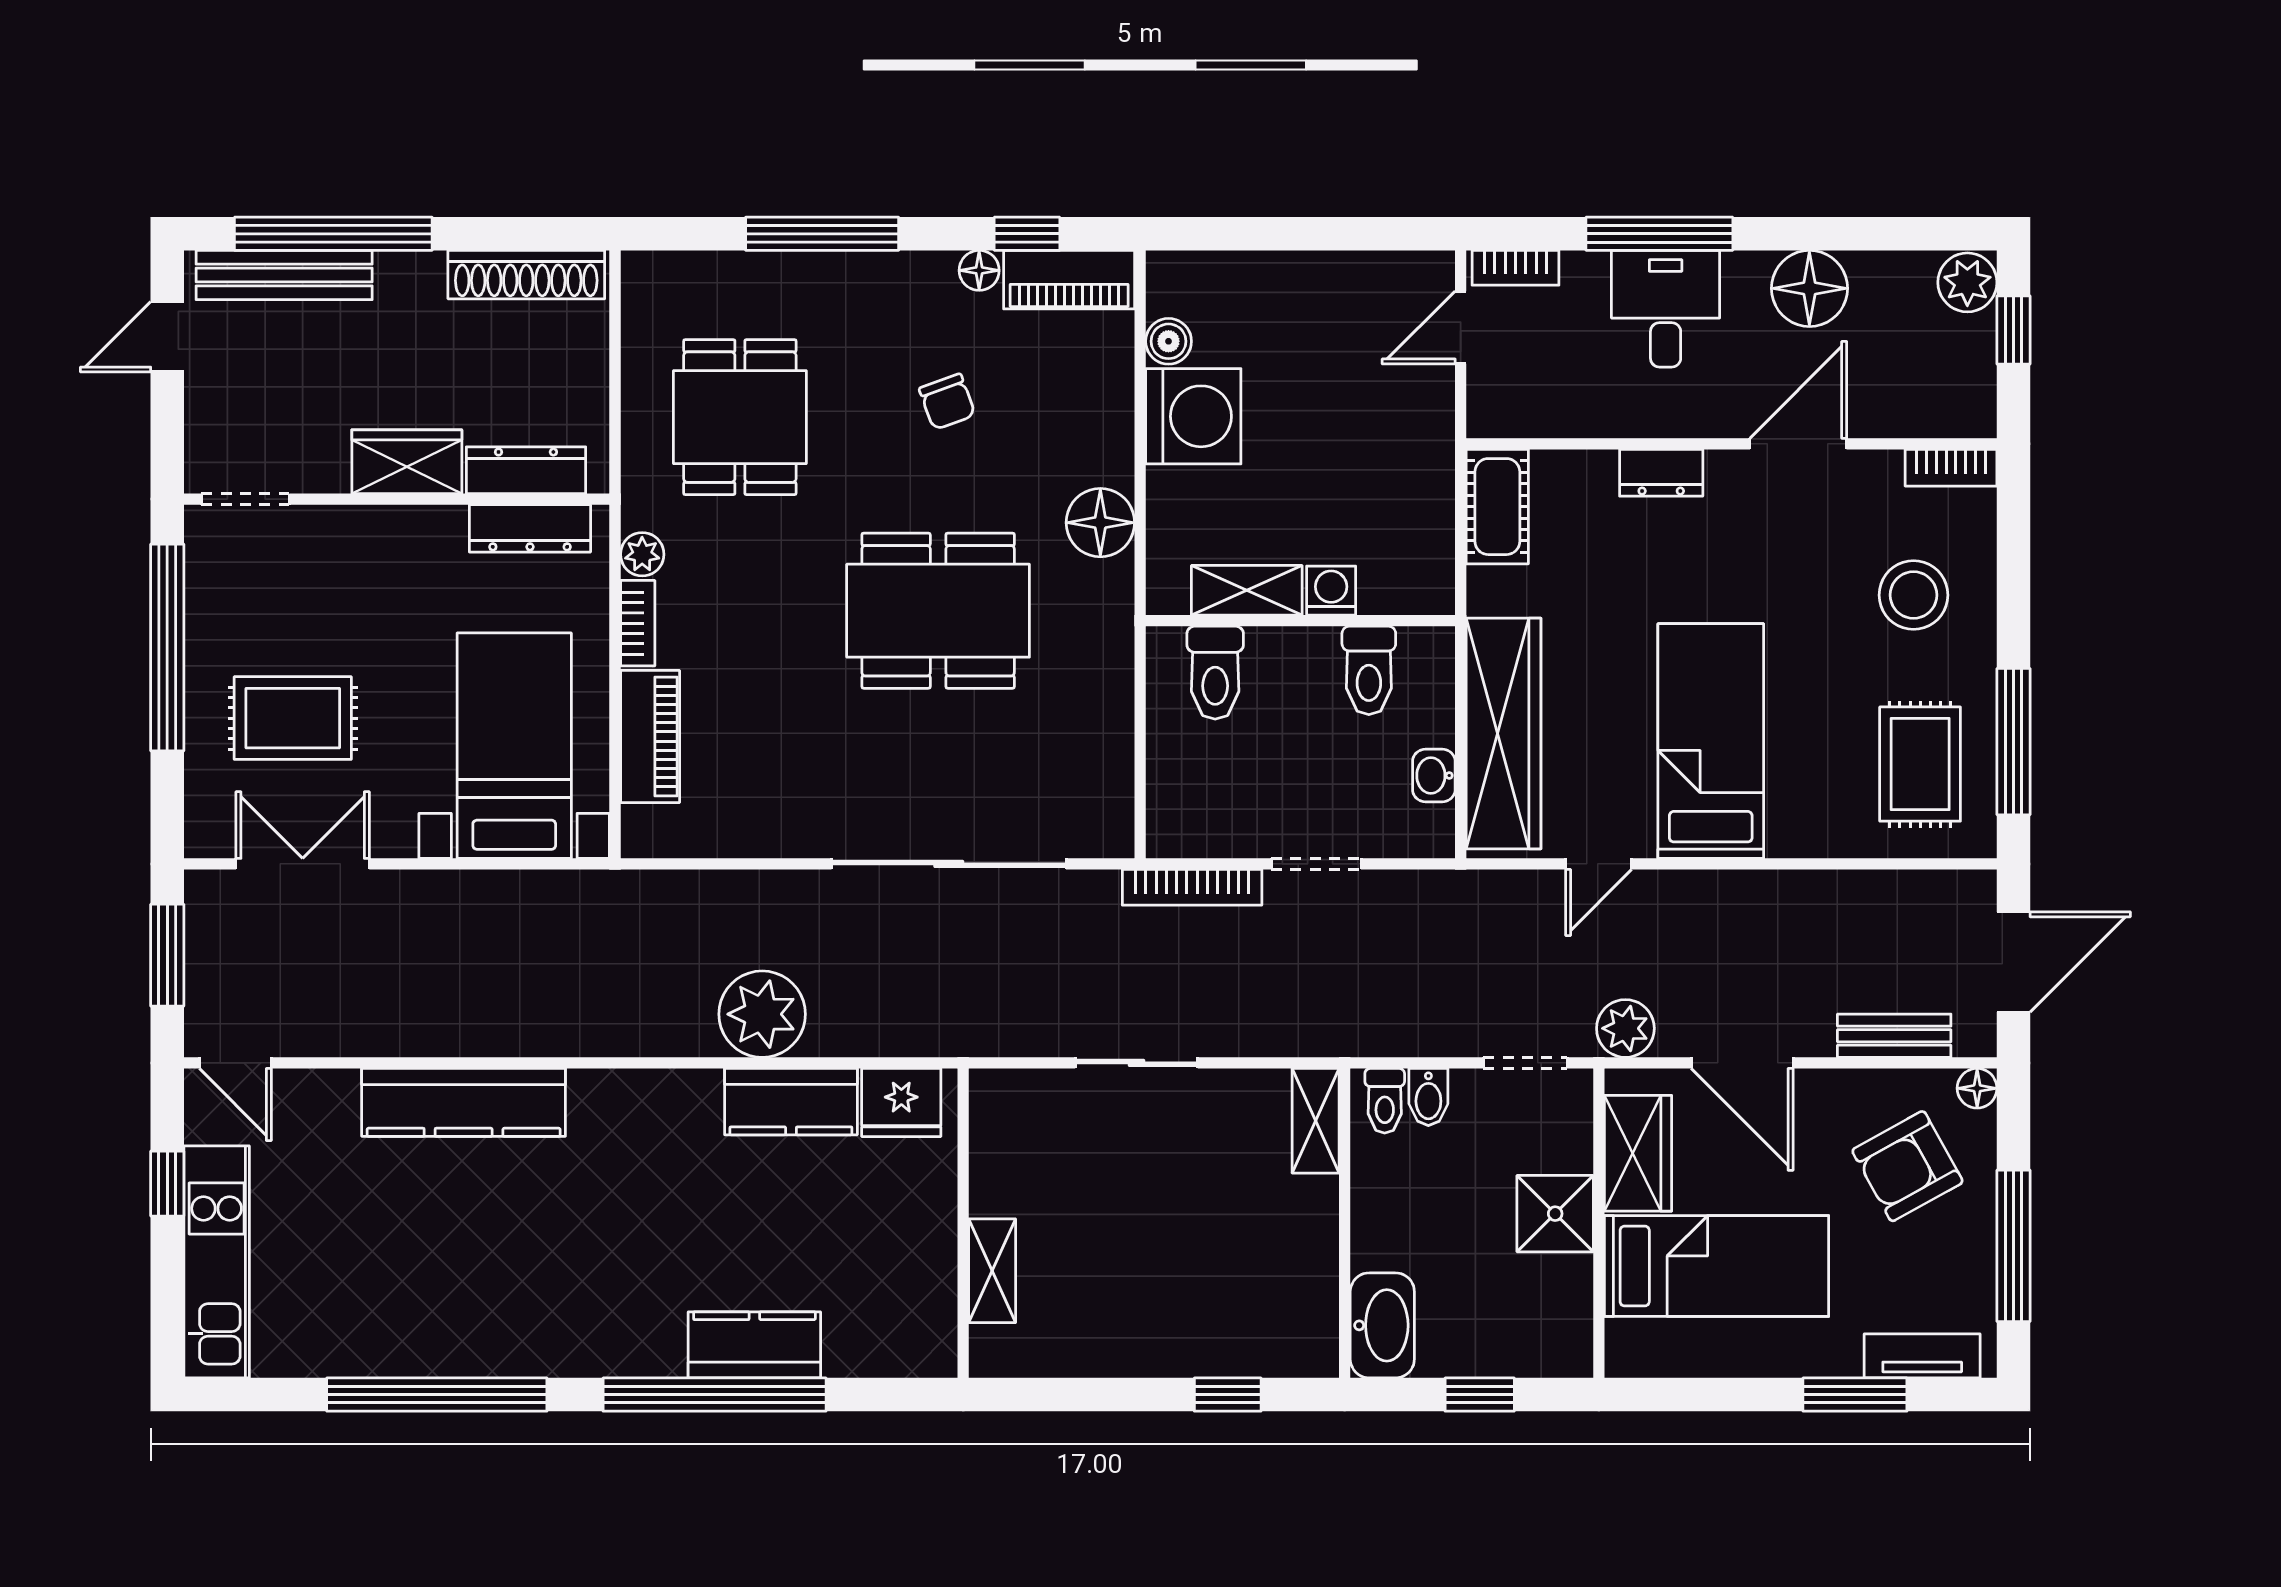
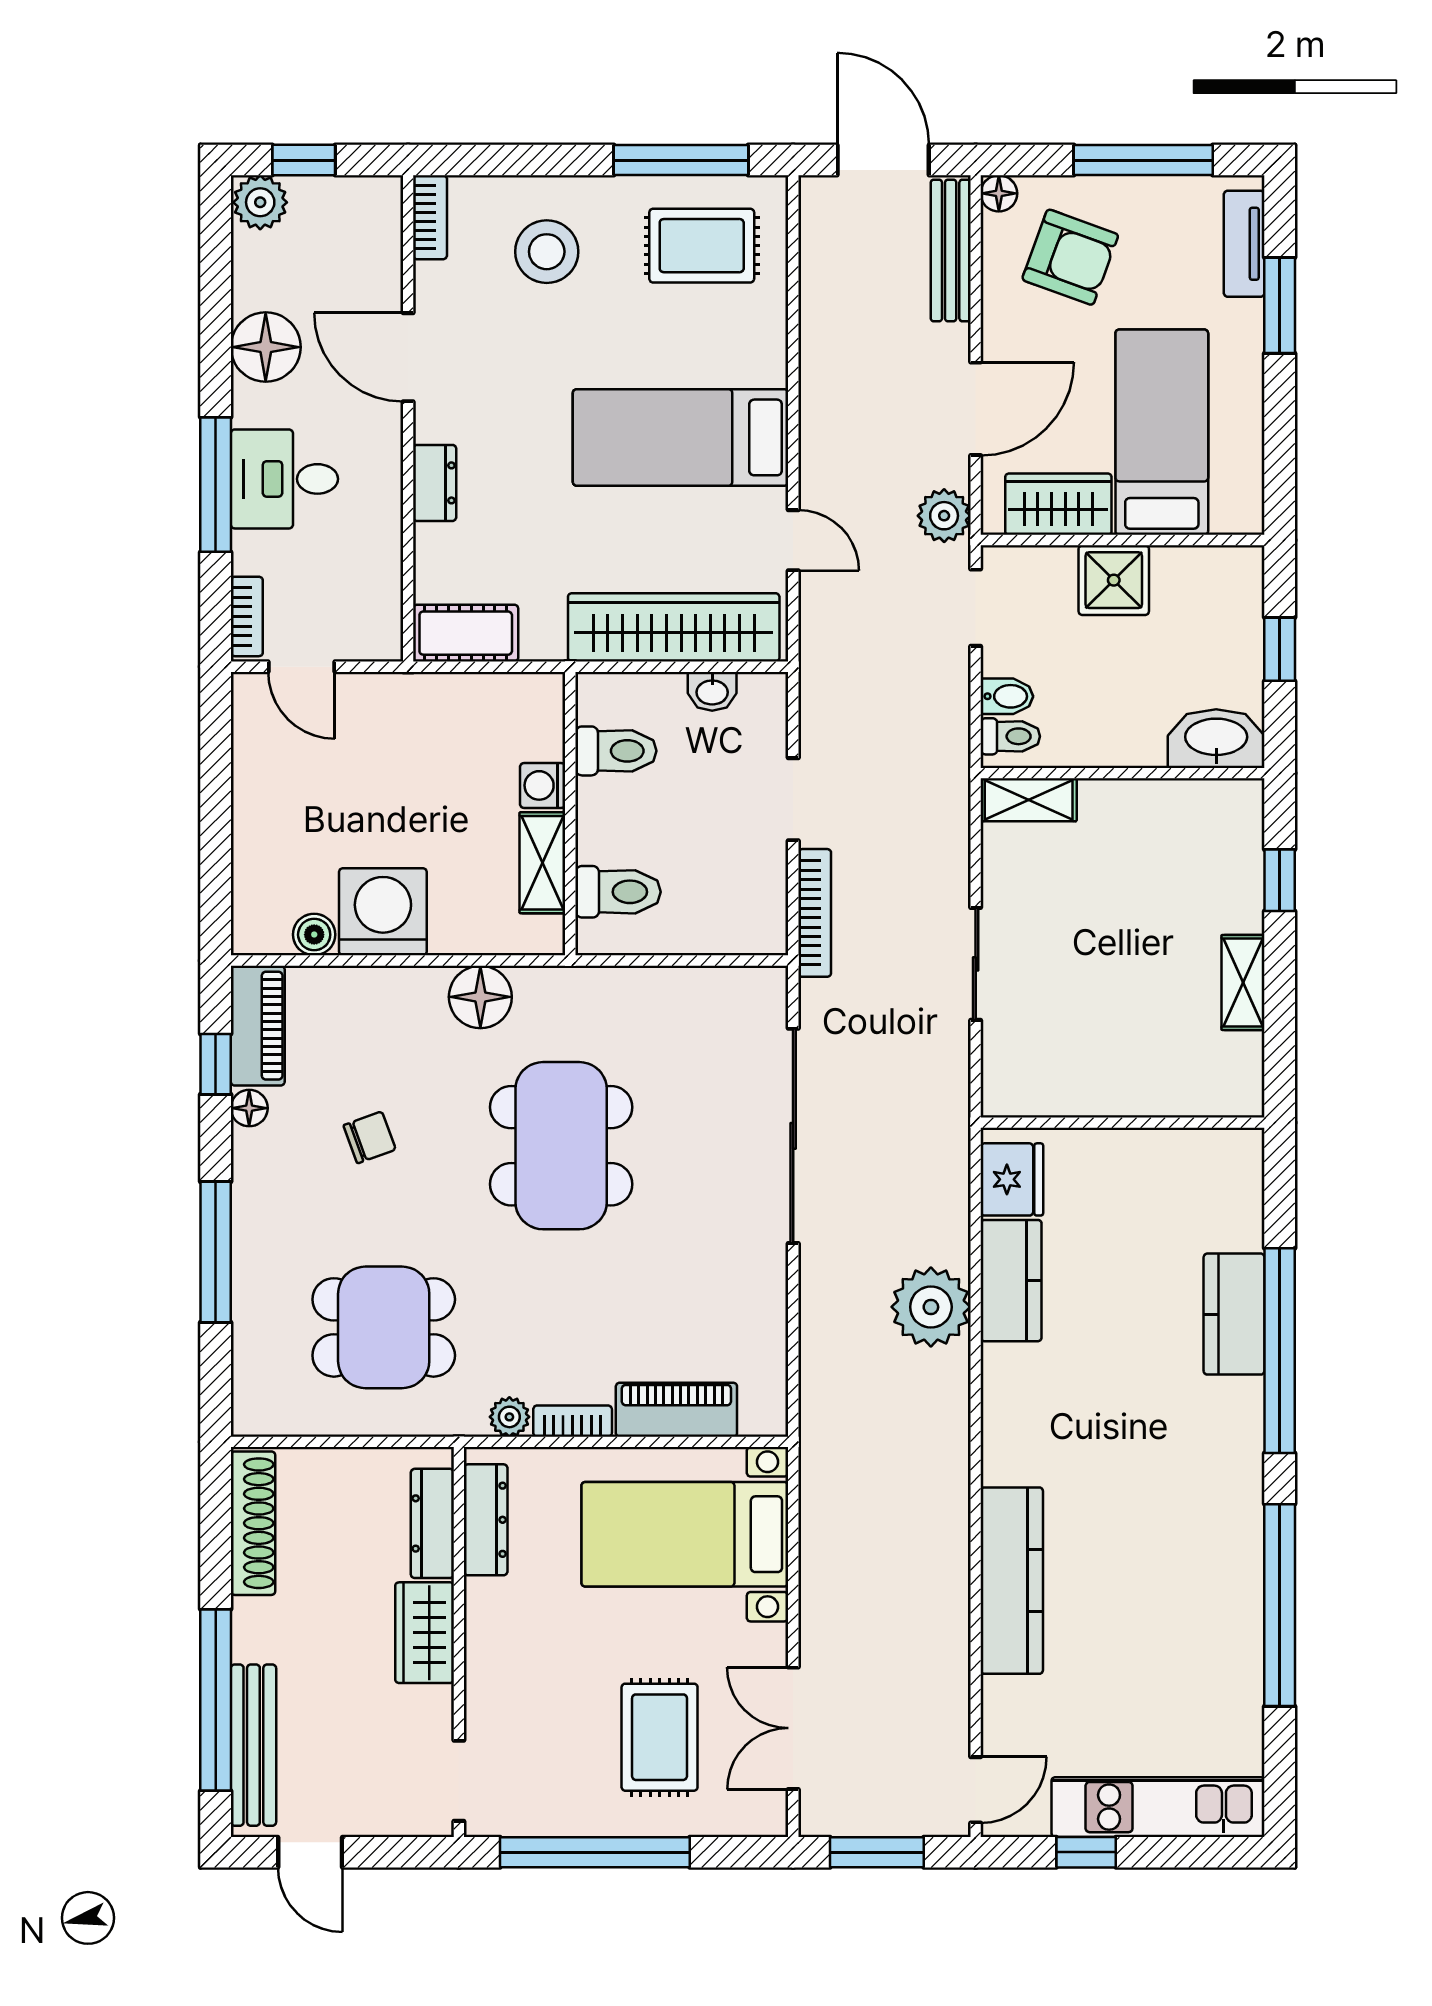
bench: (1894, 1036) -> (951, 250), width x1.36
armchair: (1907, 1166) -> (1070, 257), turned -41
shelving: (992, 1271) -> (1243, 982), moved, turned 90

